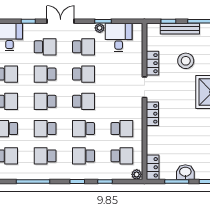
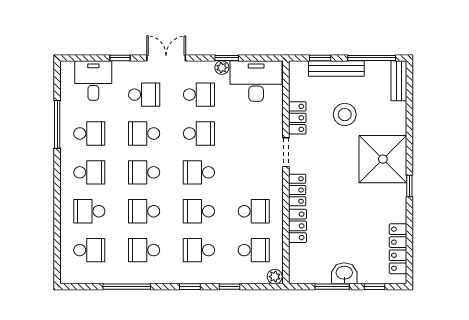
desk: (119, 37) -> (256, 81), width x1.37
school desk: (84, 101) -> (199, 172), turned 180
locker: (153, 167) -> (297, 226), moved

